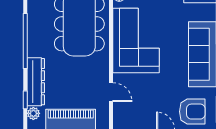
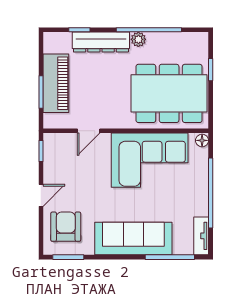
armchair: (192, 112) -> (66, 227), turned 180
plant: (33, 113) -> (138, 39), moved

